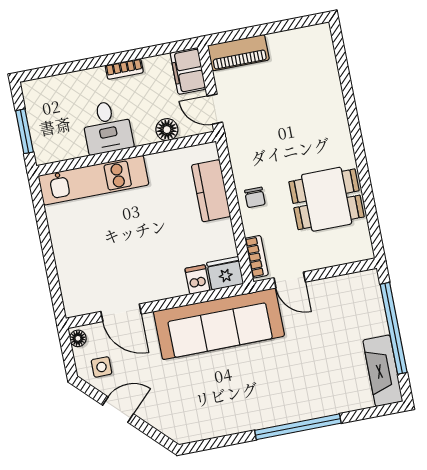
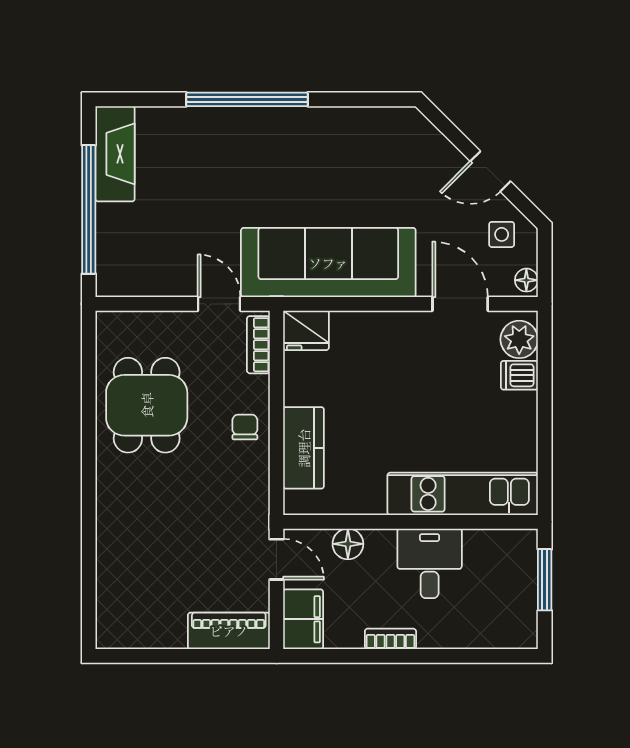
dining table: (327, 199) -> (147, 405), turned 90
dishwasher: (197, 280) -> (519, 375), moved, turned 90
plant: (75, 296) -> (519, 339), added

